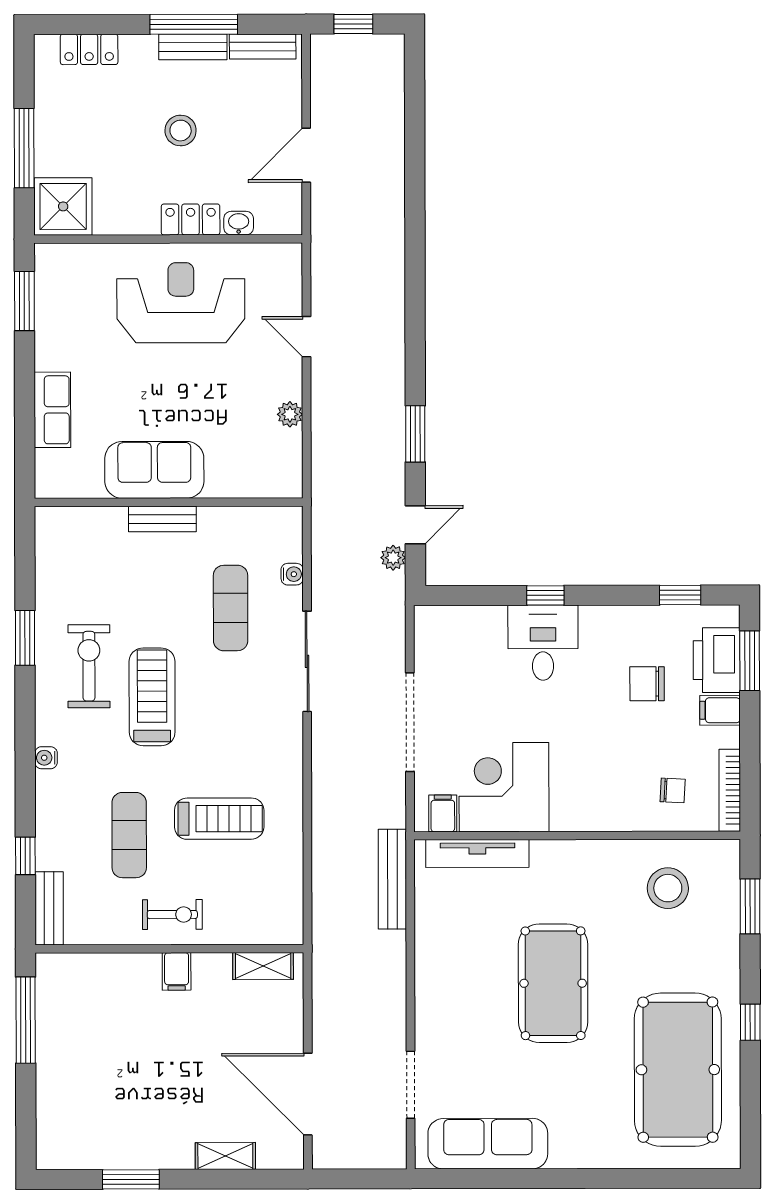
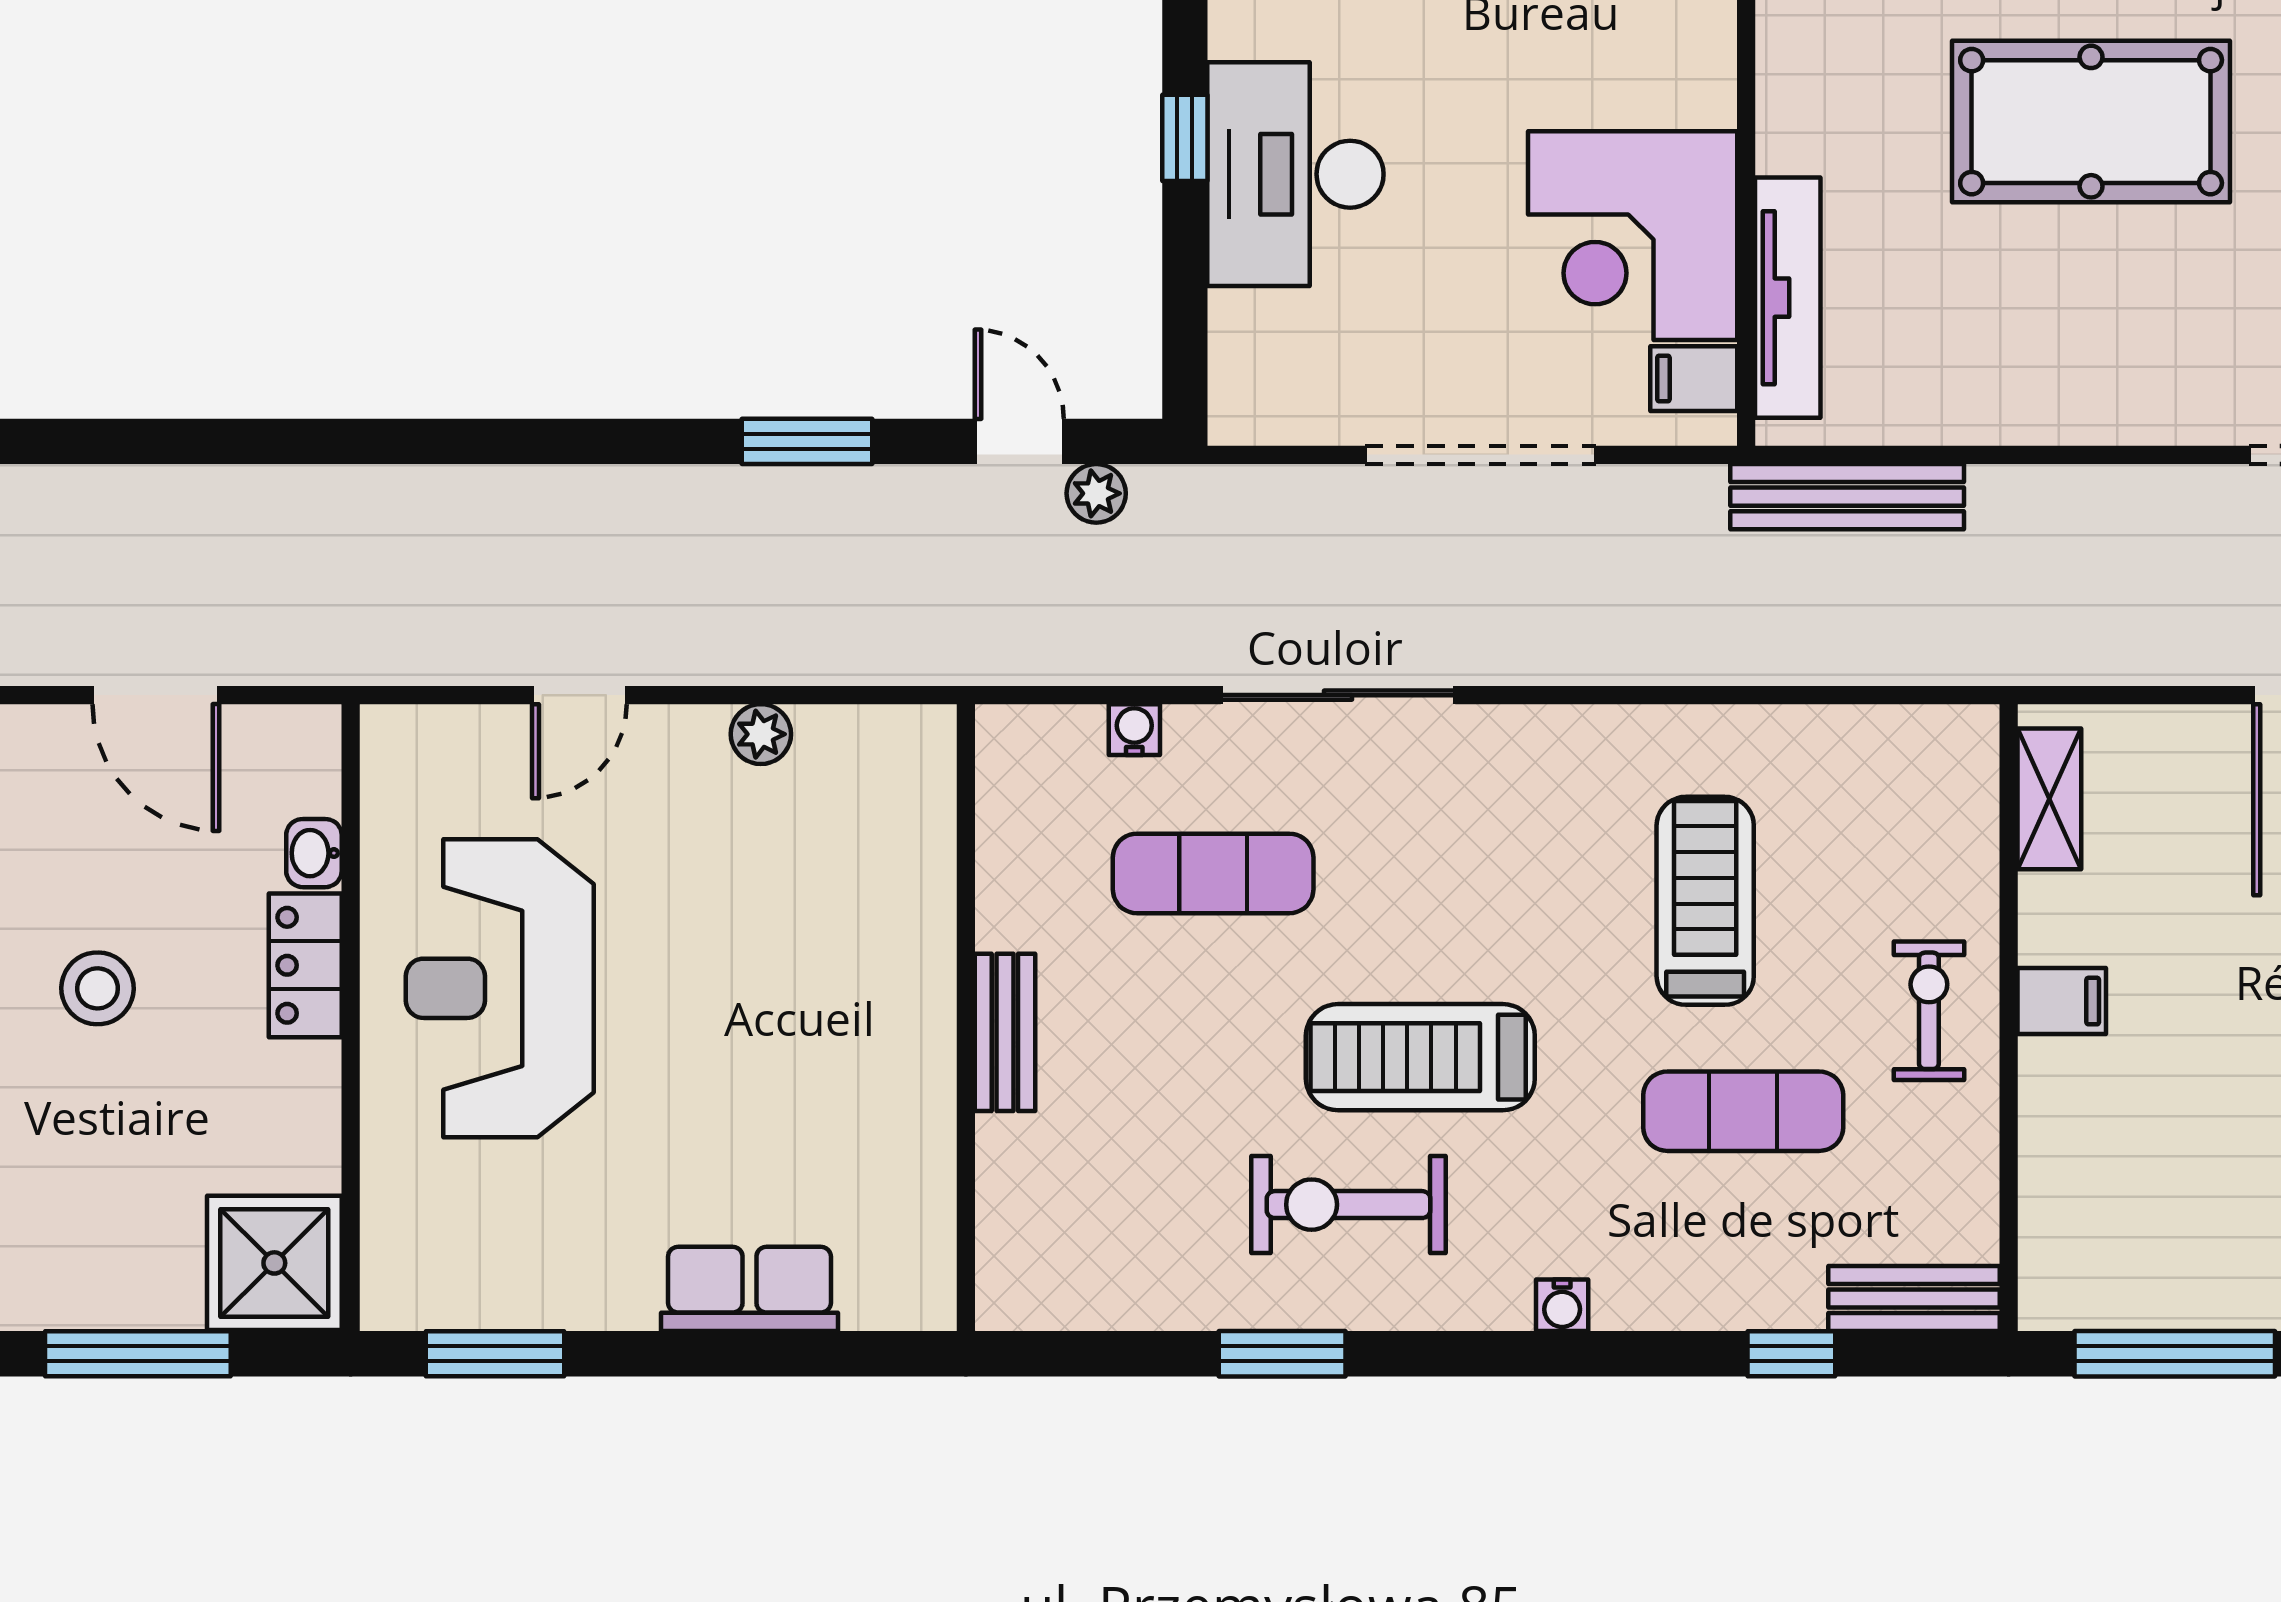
sofa: (154, 470) -> (890, 1051), removed
desk: (543, 643) -> (1295, 174), width x1.37

